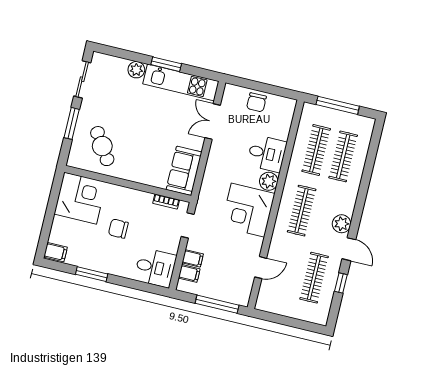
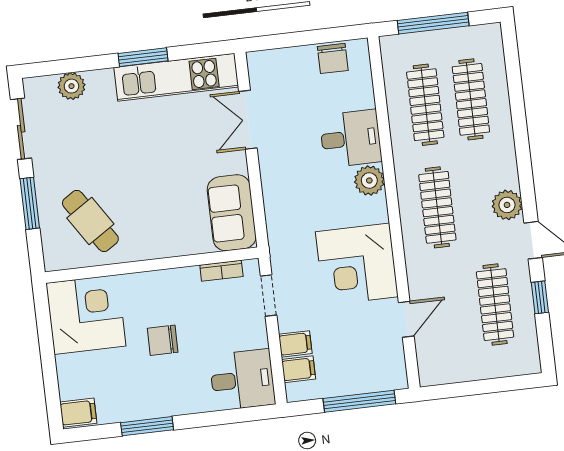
plant: (136, 70) -> (71, 86), moved
chair: (256, 102) -> (333, 58), moved
corner desk: (248, 210) -> (357, 264), moved

